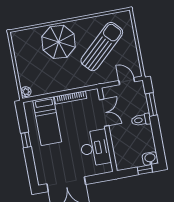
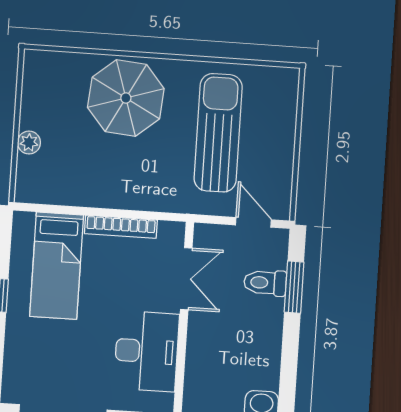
sun lounger: (102, 47) -> (218, 133), turned -47
plant: (26, 92) -> (29, 143), moved
toilet: (141, 120) -> (265, 283), moved

